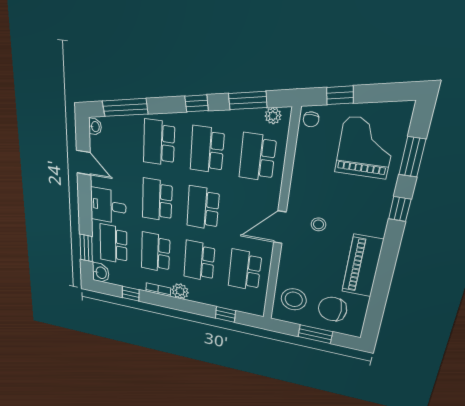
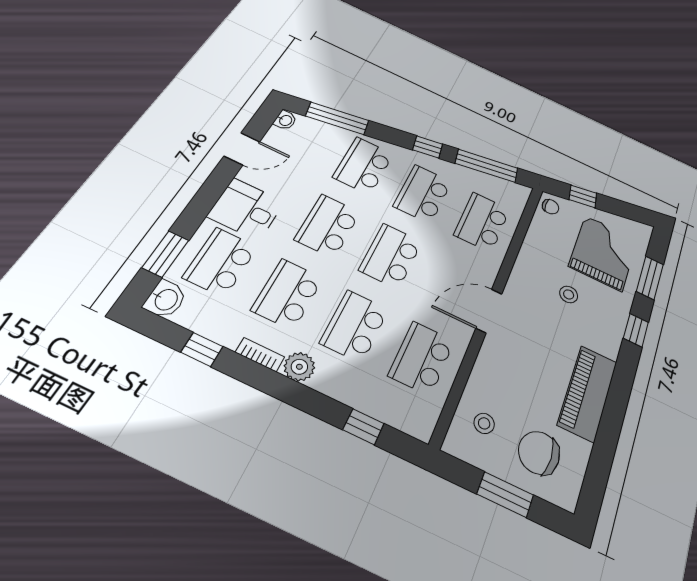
window: (248, 100) -> (487, 166), width x1.44
plant: (273, 116) -> (511, 189), removed
chair: (311, 119) -> (550, 207), turned -90
door: (84, 163) -> (242, 149), hinge flipped
stool: (318, 224) -> (569, 294), moved
stool: (294, 299) -> (484, 423), width x0.53, depth x0.53

